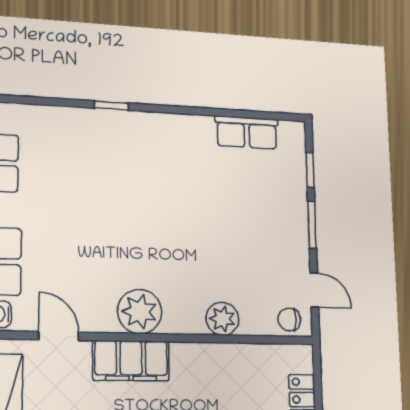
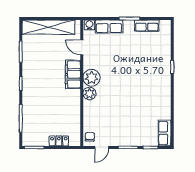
row of seats: (247, 132) -> (165, 133), moved
plant: (222, 319) -> (89, 94), moved
door: (59, 336) -> (82, 47), swing flipped

